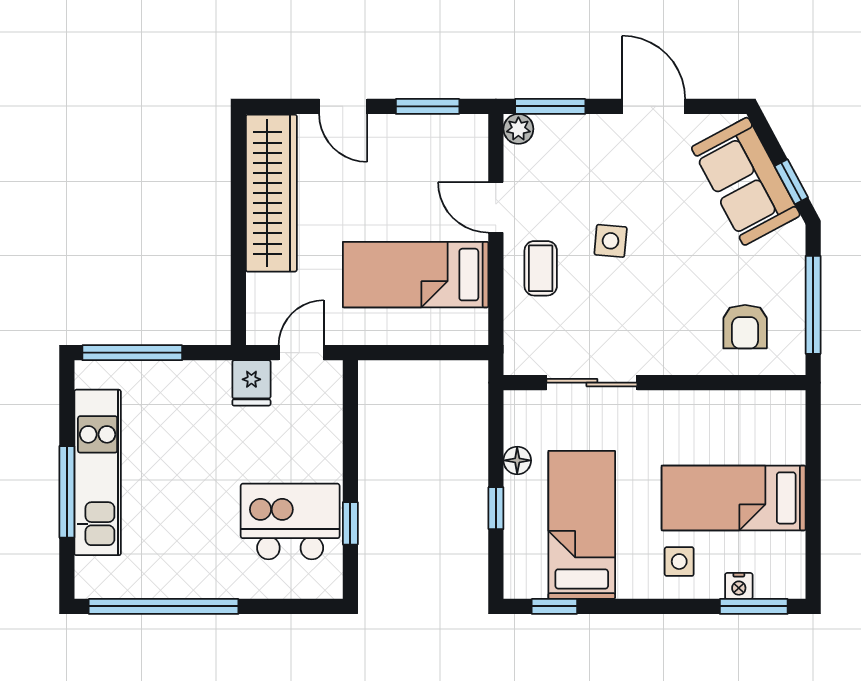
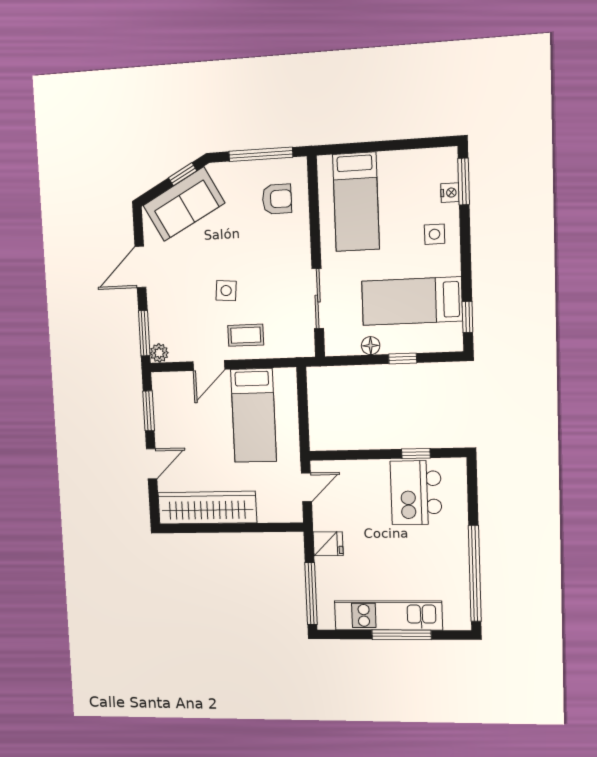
door: (301, 353) -> (306, 487), swing flipped
fridge: (251, 383) -> (328, 544), moved
bed: (734, 498) -> (356, 202), moved

